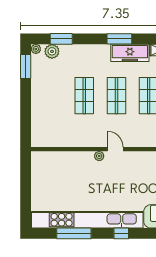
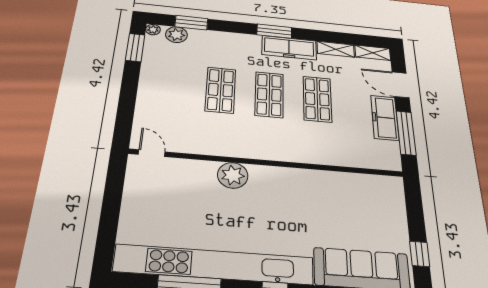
door: (115, 149) -> (152, 153), moved
plant: (99, 156) -> (233, 175), width x1.87, depth x1.87

